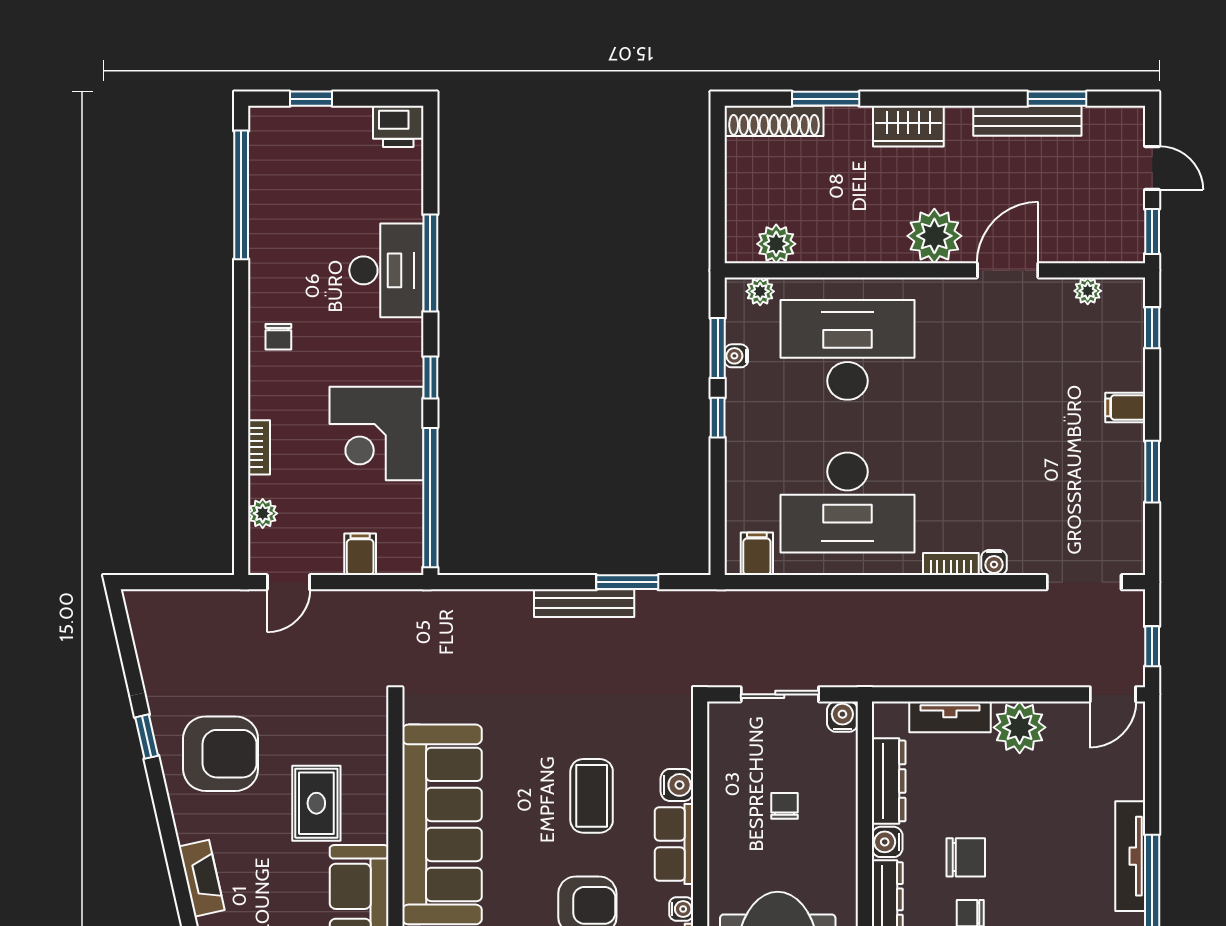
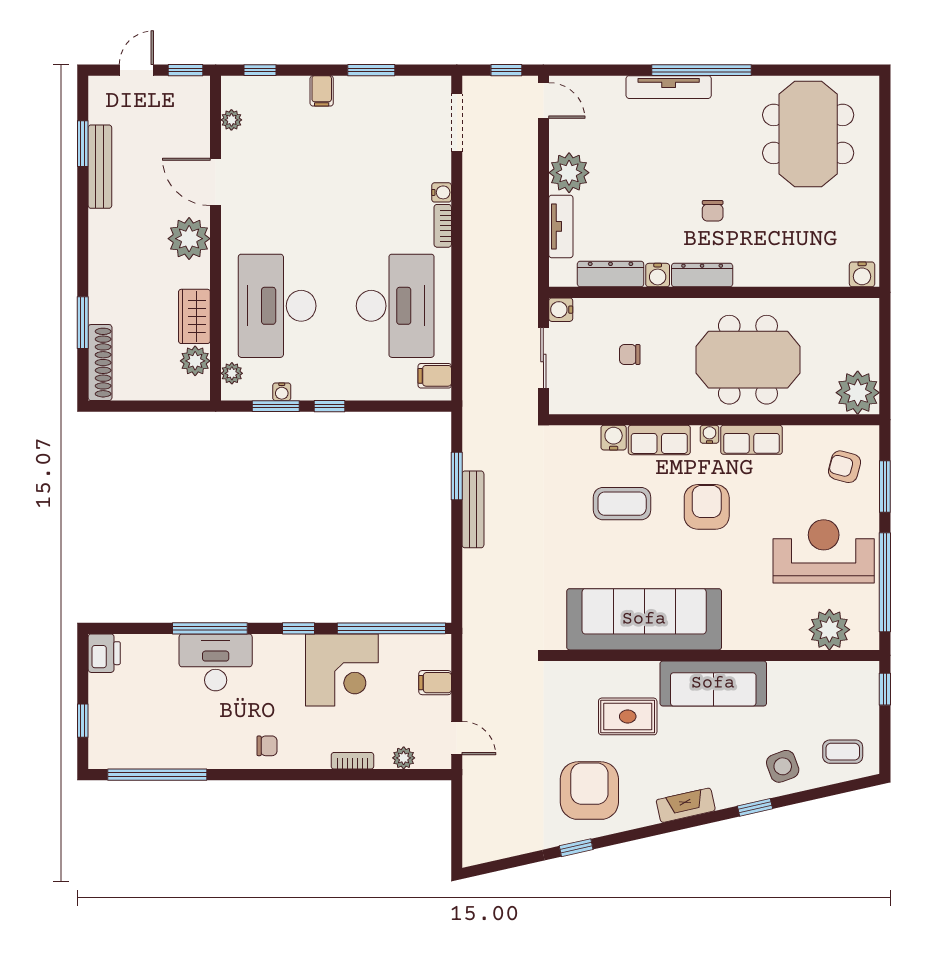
wardrobe: (908, 126) -> (194, 316), moved, turned 180
chair: (966, 857) -> (670, 214), removed

